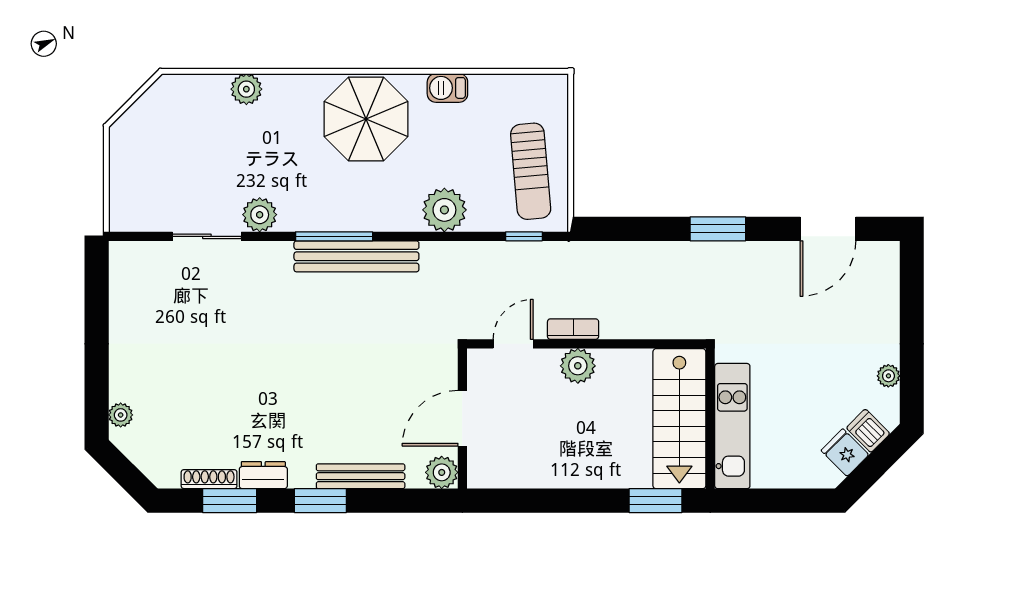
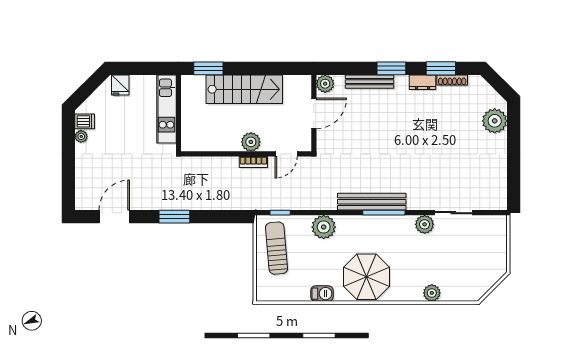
plant: (121, 415) -> (495, 121), width x1.87, depth x1.87
stairs: (679, 419) -> (244, 89), moved, turned 90
dishwasher: (868, 431) -> (85, 121), moved, turned -45
fridge: (845, 453) -> (120, 85), moved, turned 45

